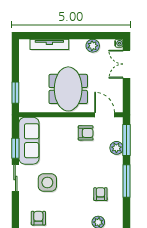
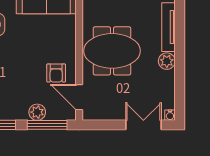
plant: (93, 46) -> (167, 61), moved
door: (105, 115) -> (79, 97), swing flipped

